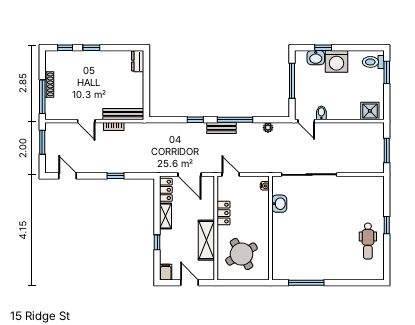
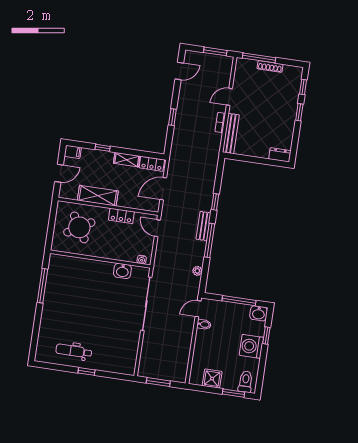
washbasin: (316, 58) -> (259, 313), moved, turned -90
shower: (370, 111) -> (212, 379), moved
door: (231, 175) -> (157, 228), swing flipped

